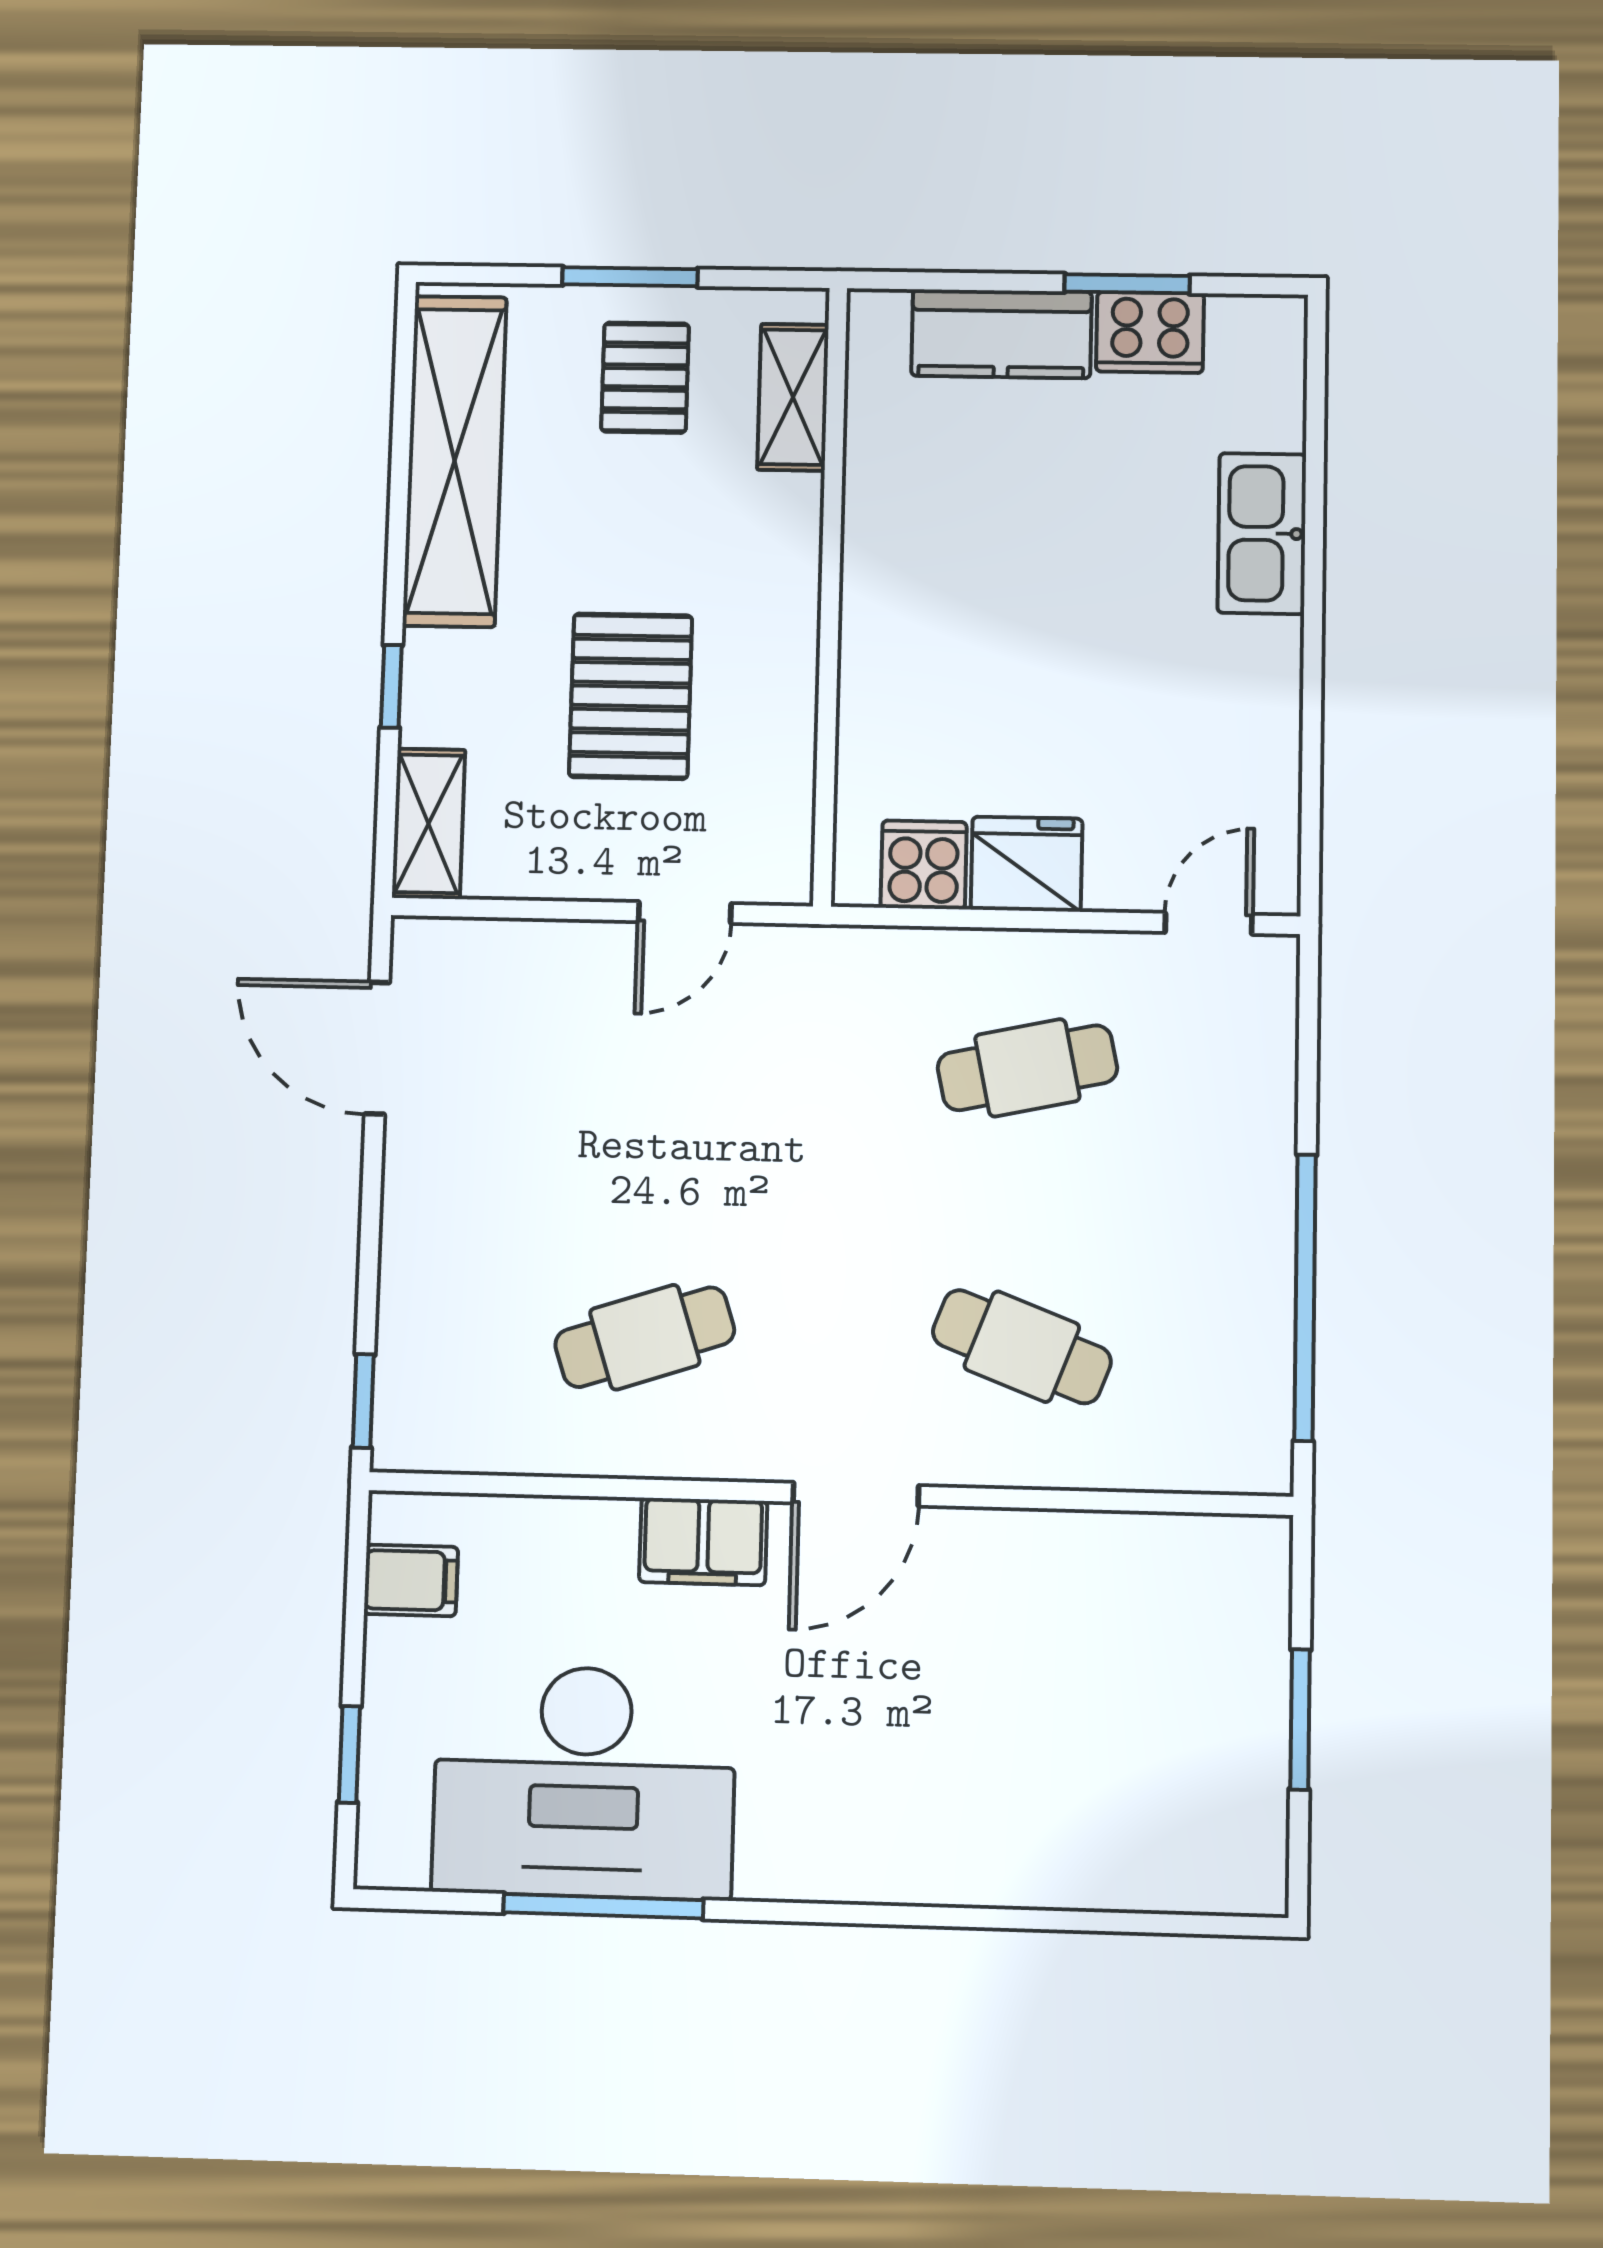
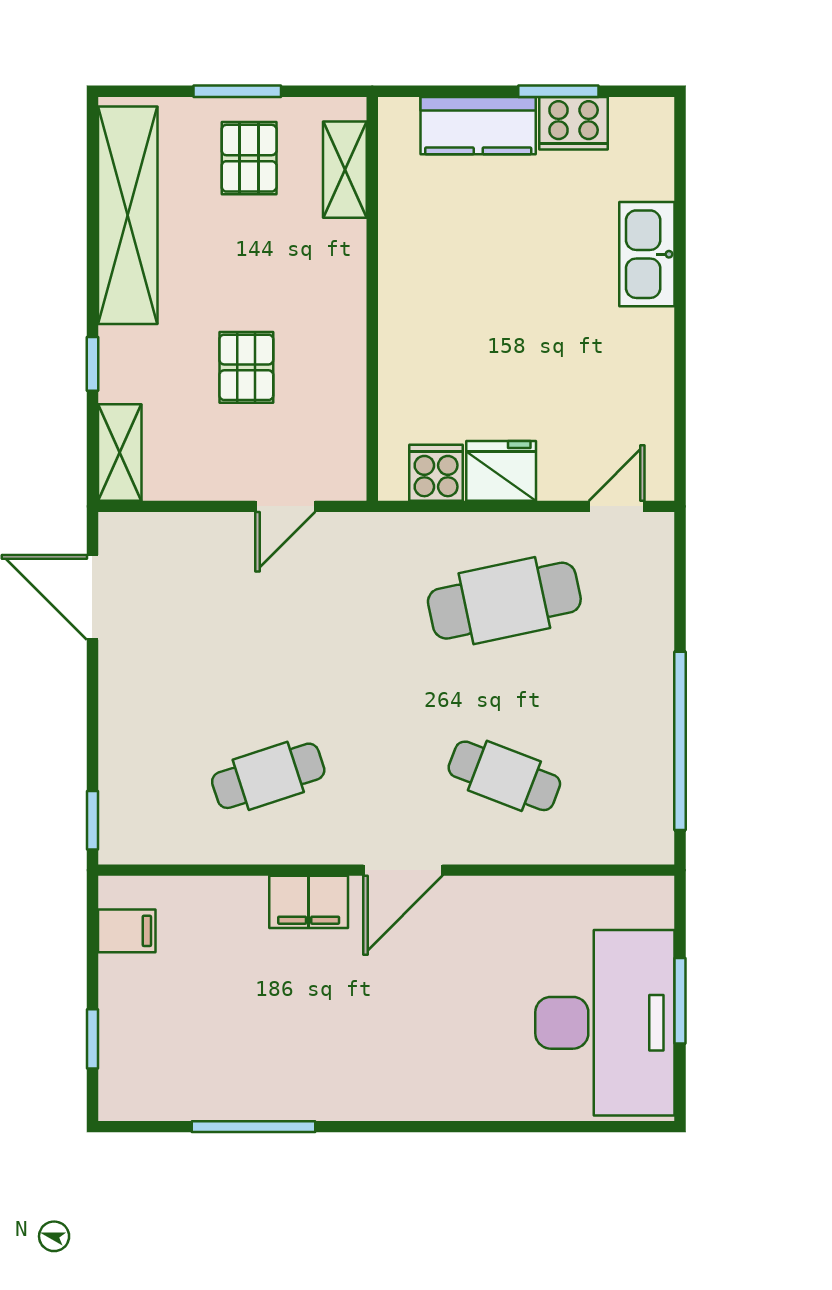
pallet: (631, 696) -> (246, 367), width x0.67, depth x0.71
cafe table: (1027, 1068) -> (504, 601), width x1.37, depth x1.35
desk: (584, 1782) -> (605, 1023), moved, turned -90

